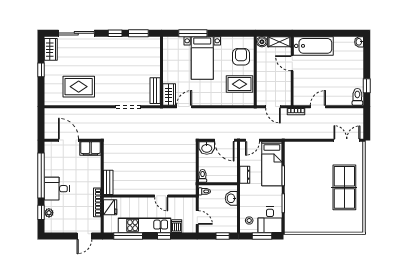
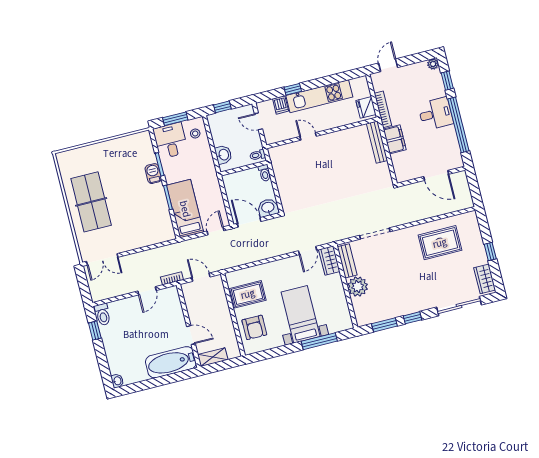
boiler: (262, 42) -> (234, 352), removed
plant: (152, 68) -> (358, 287), added
filing cabinet: (90, 148) -> (395, 139), moved, turned 90
dresser: (245, 175) -> (214, 187), removed
bench: (108, 182) -> (377, 142), width x1.36
barbecue: (290, 197) -> (153, 174), added
plant: (49, 213) -> (433, 64), moved
window: (128, 236) -> (336, 78), removed

